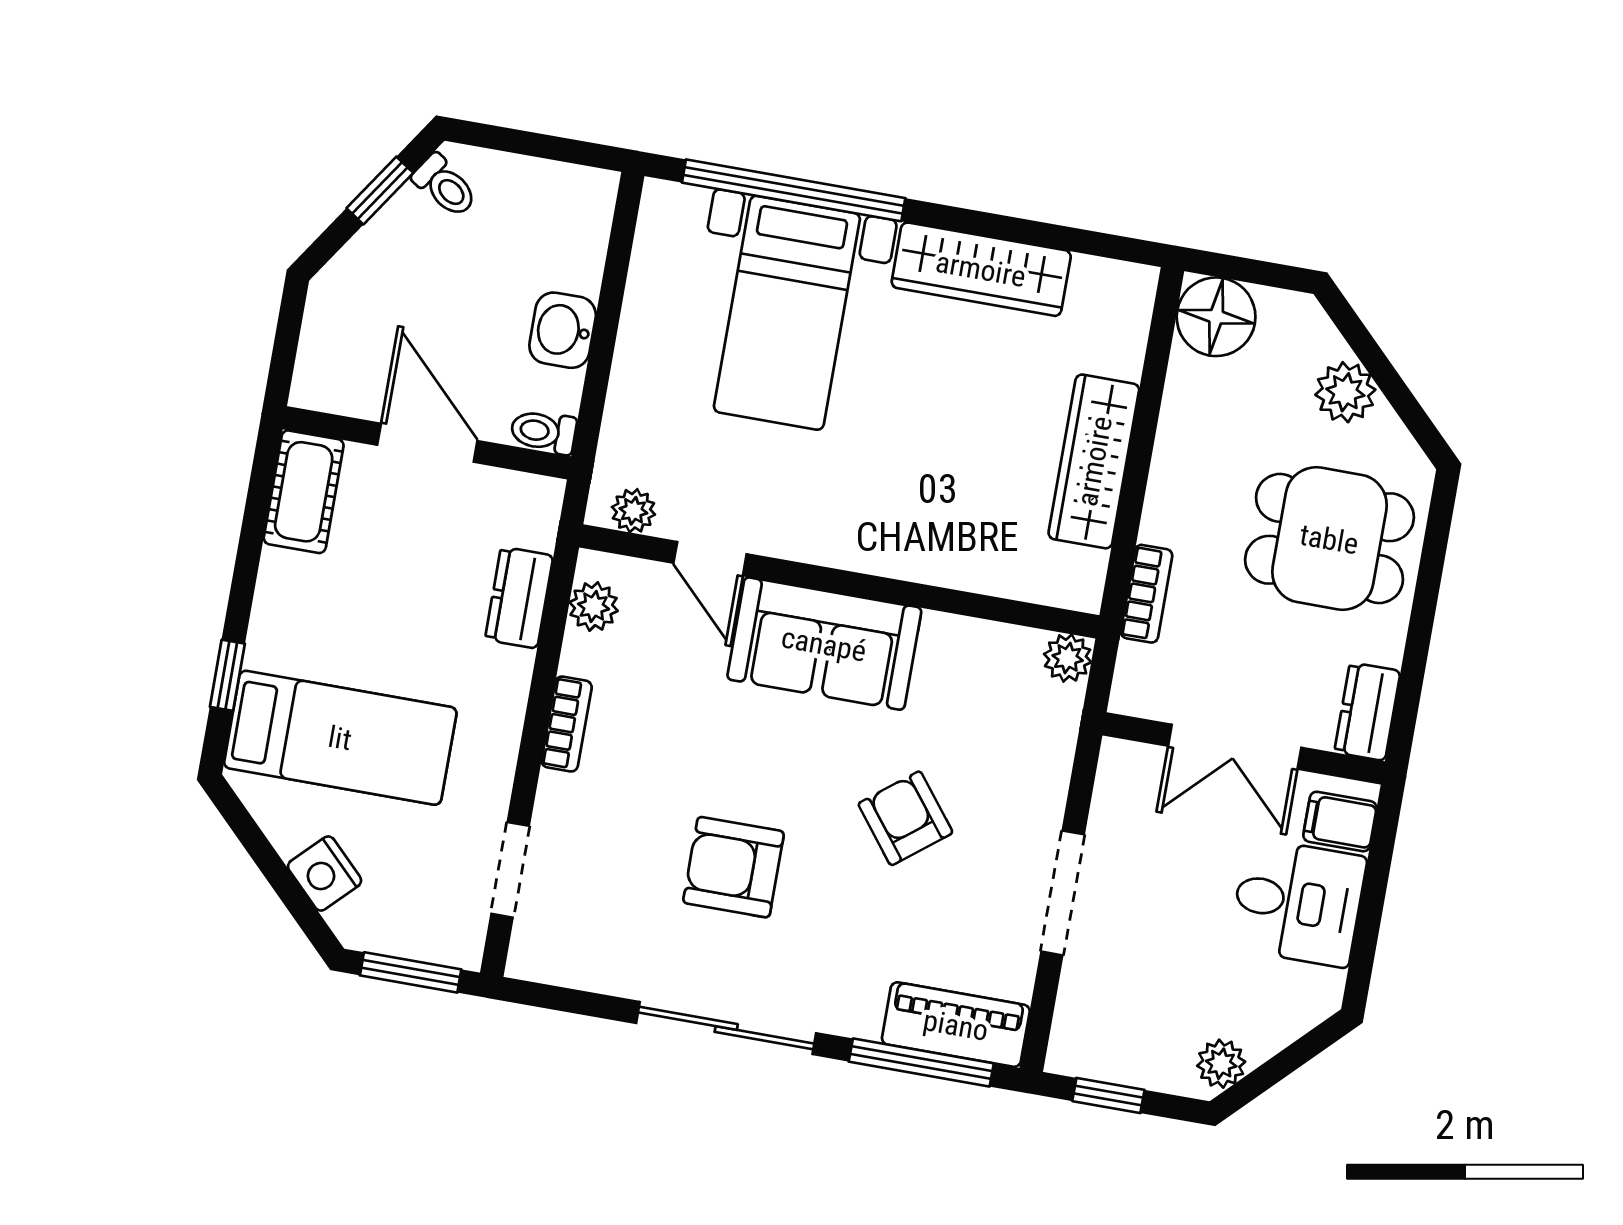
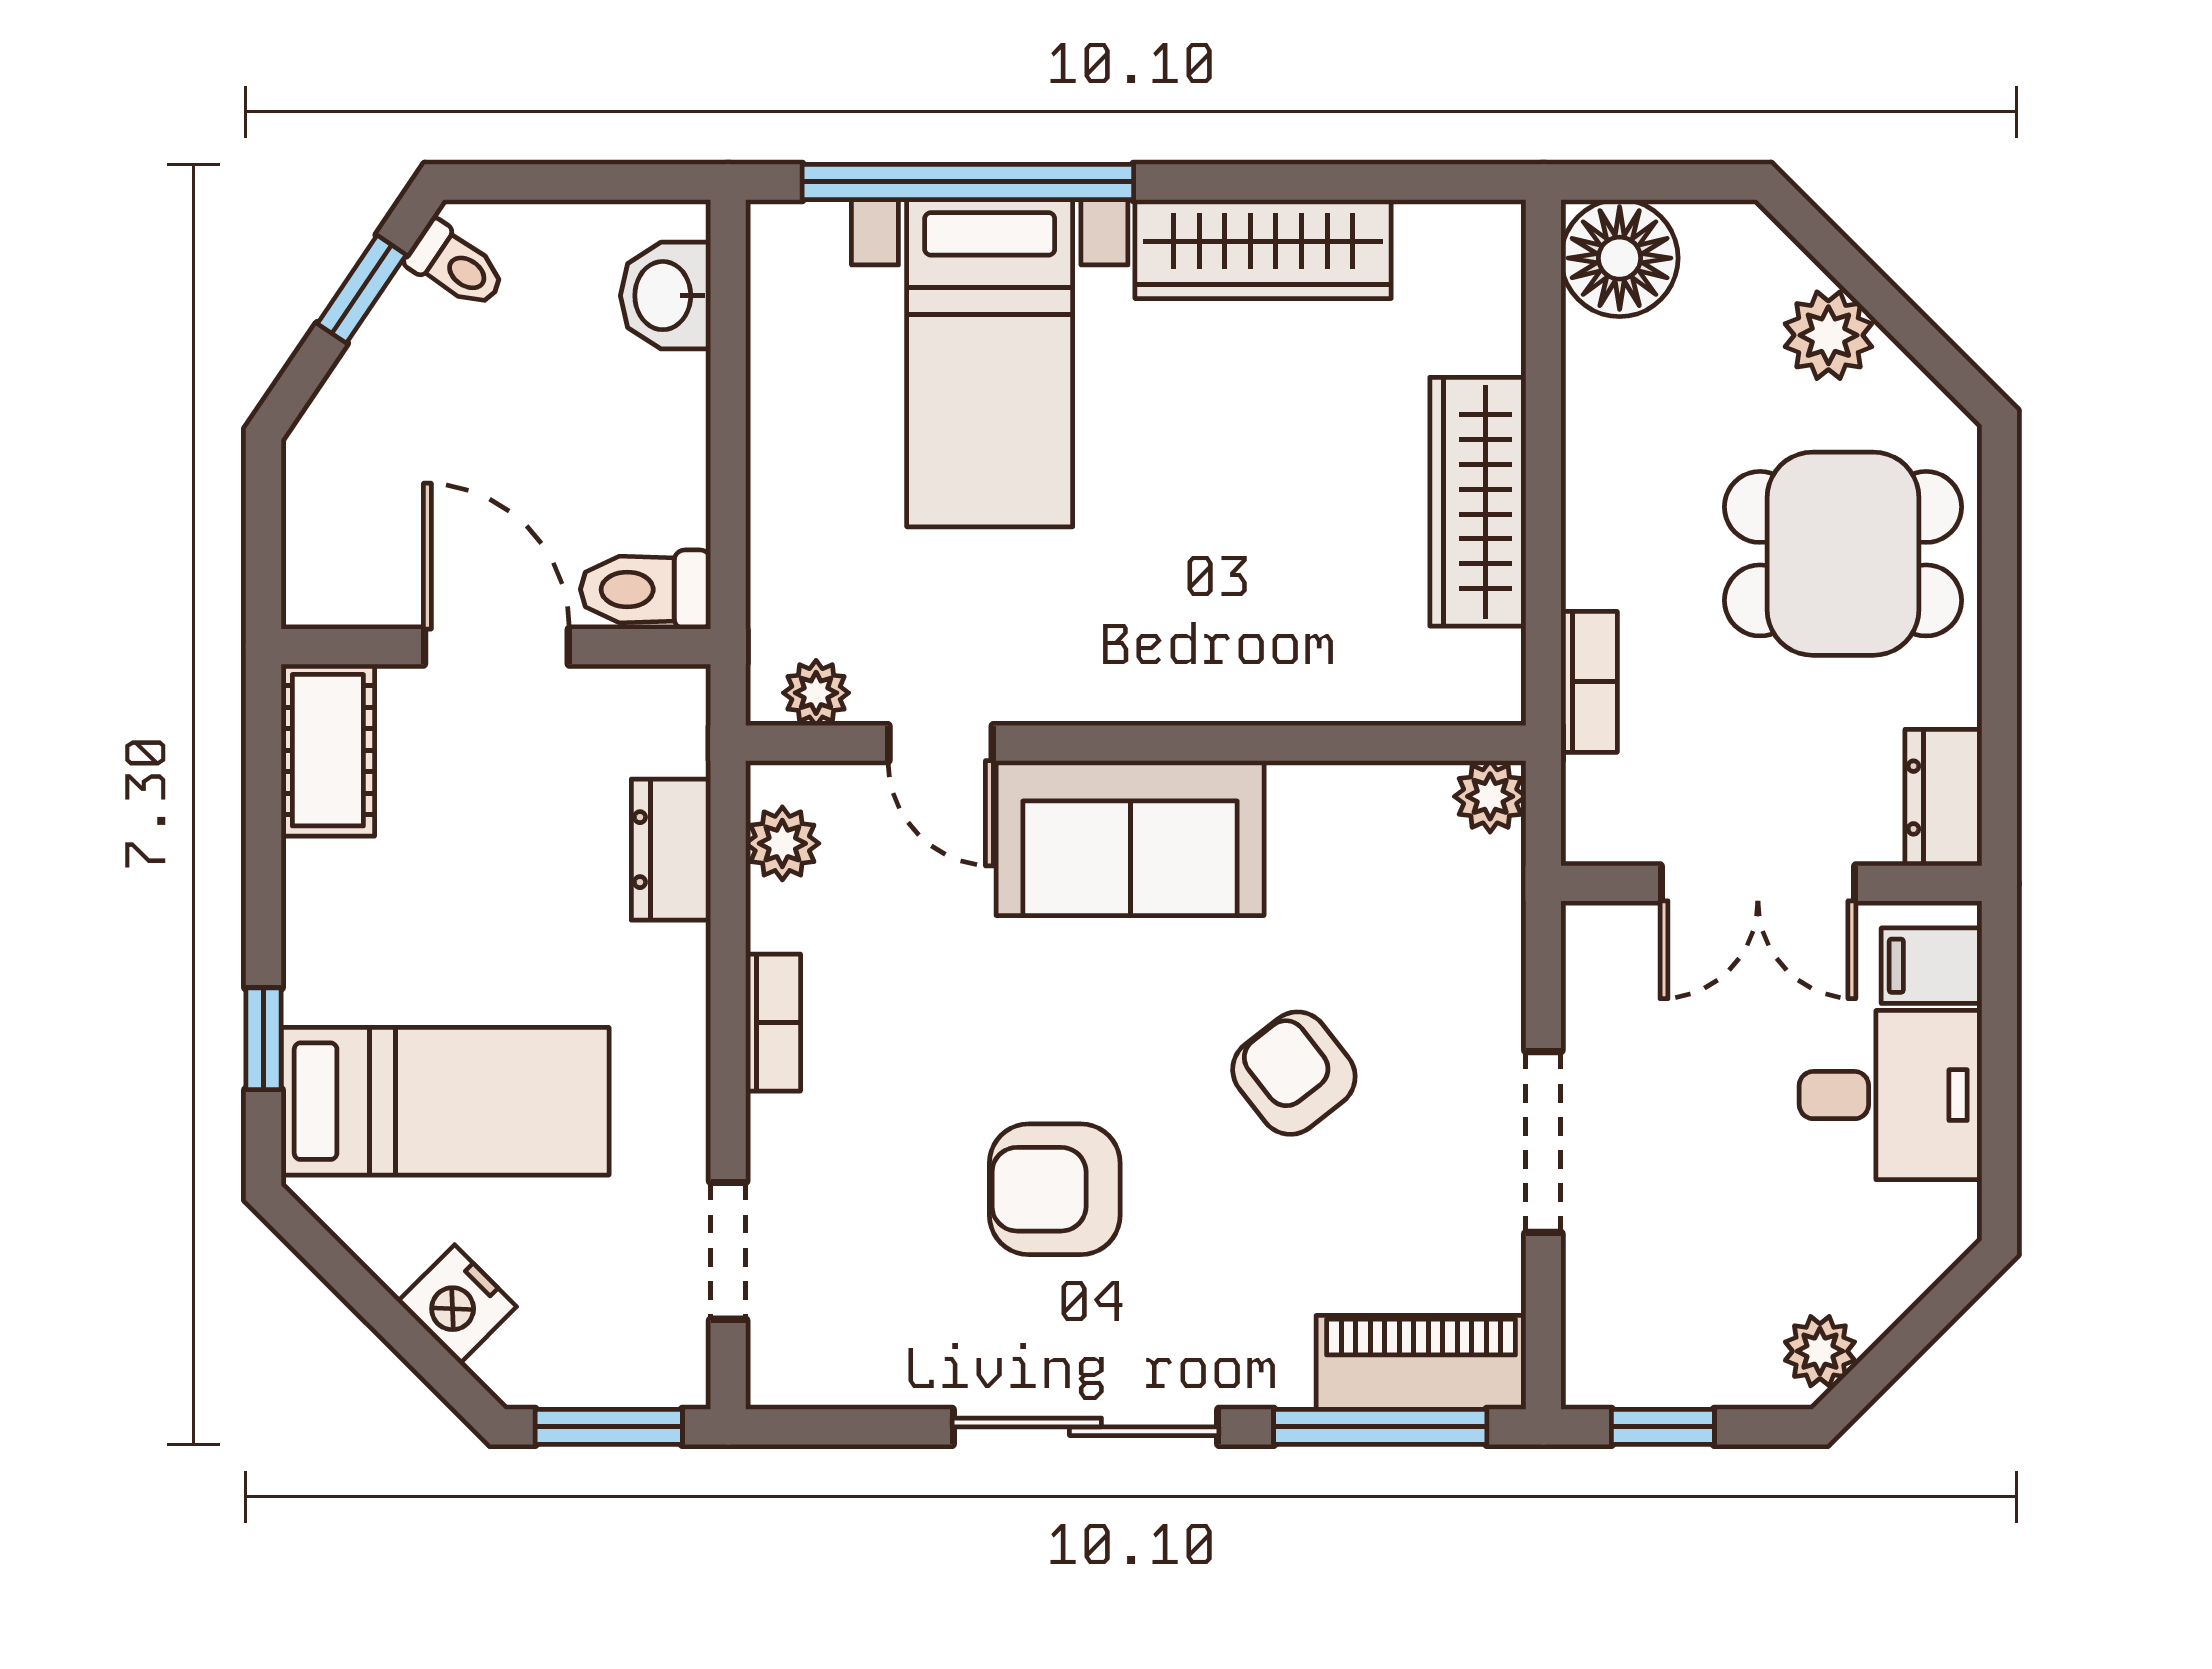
washbasin: (563, 330) -> (665, 296), moved
toilet: (543, 432) -> (645, 589), width x1.37, depth x1.39

